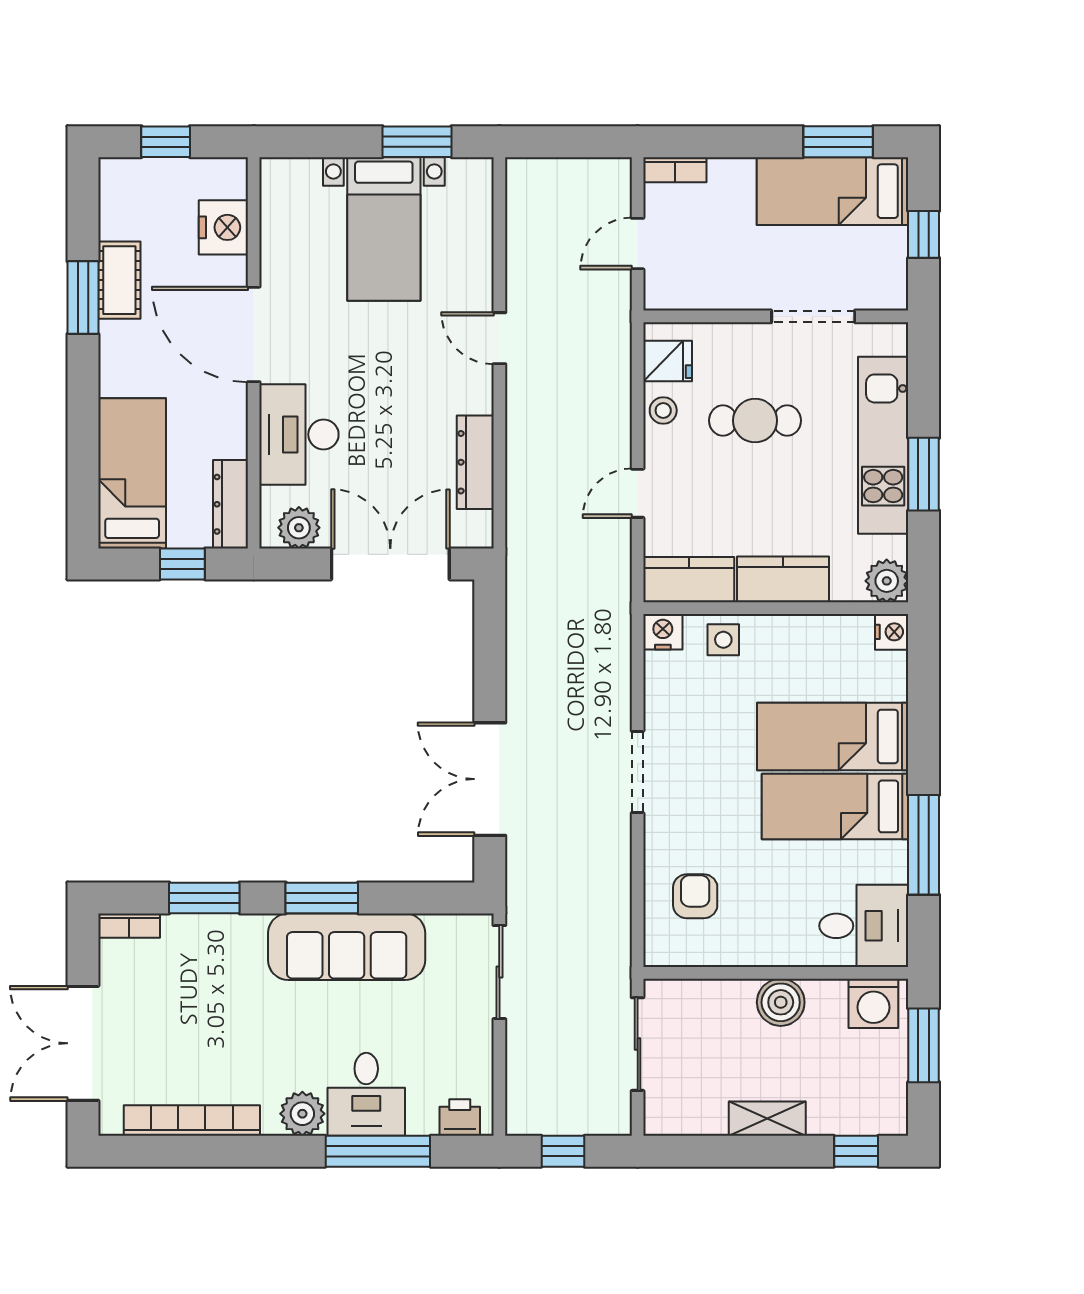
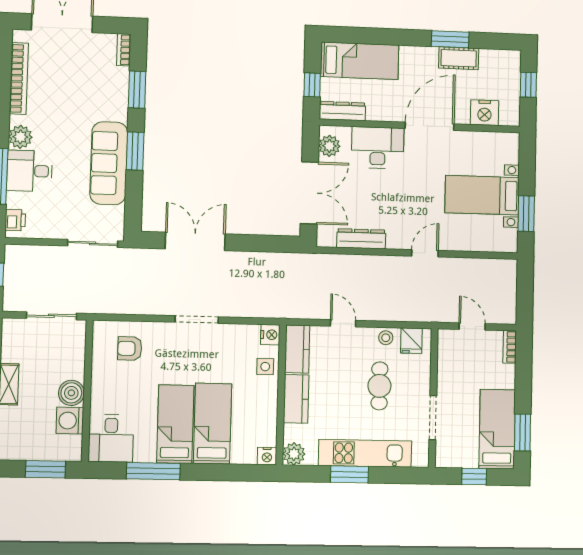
armchair: (695, 896) -> (130, 348), turned 180
washing machine: (873, 1003) -> (70, 421), moved

